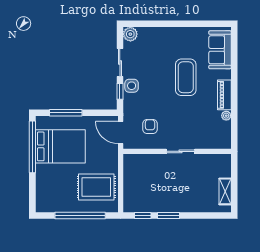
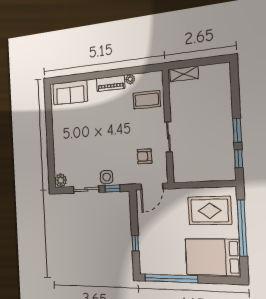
coffee table: (186, 77) -> (147, 100), moved, width x0.73, depth x0.76
window: (66, 113) -> (135, 243), width x0.46
bed: (60, 146) -> (213, 257), moved, turned -90
sliding door: (180, 151) -> (169, 137), moved
rug: (96, 187) -> (210, 211), turned 90
shelving: (225, 191) -> (184, 74), moved

